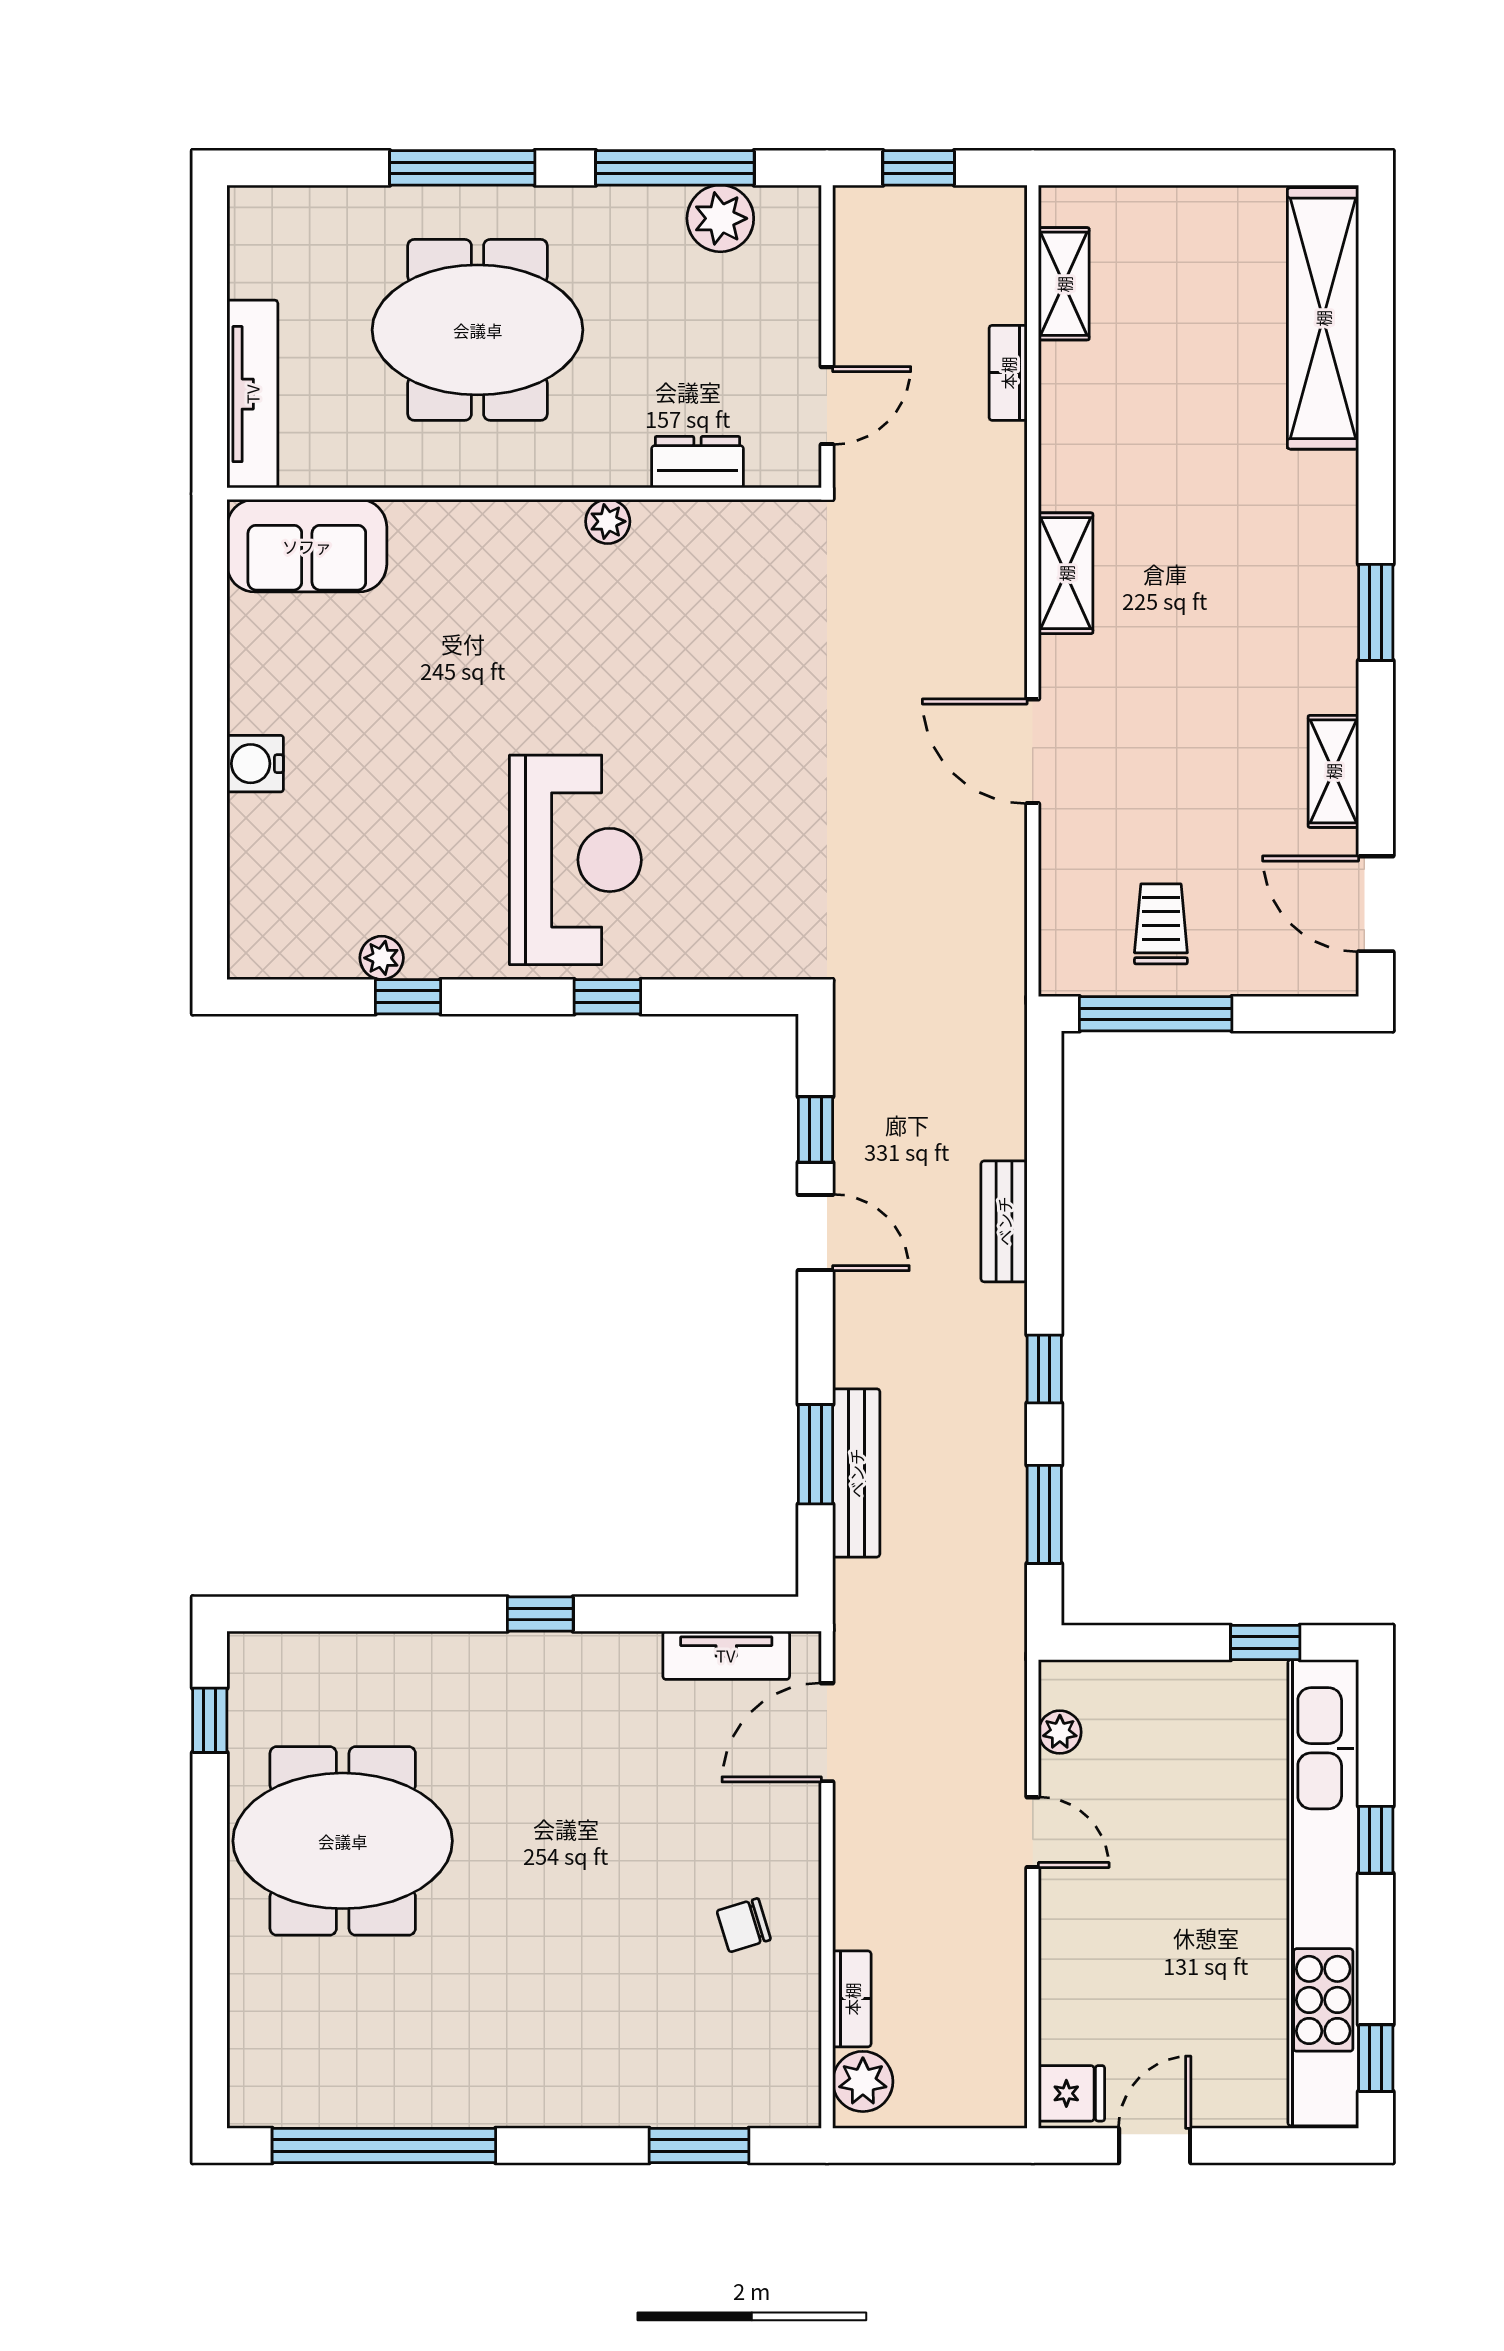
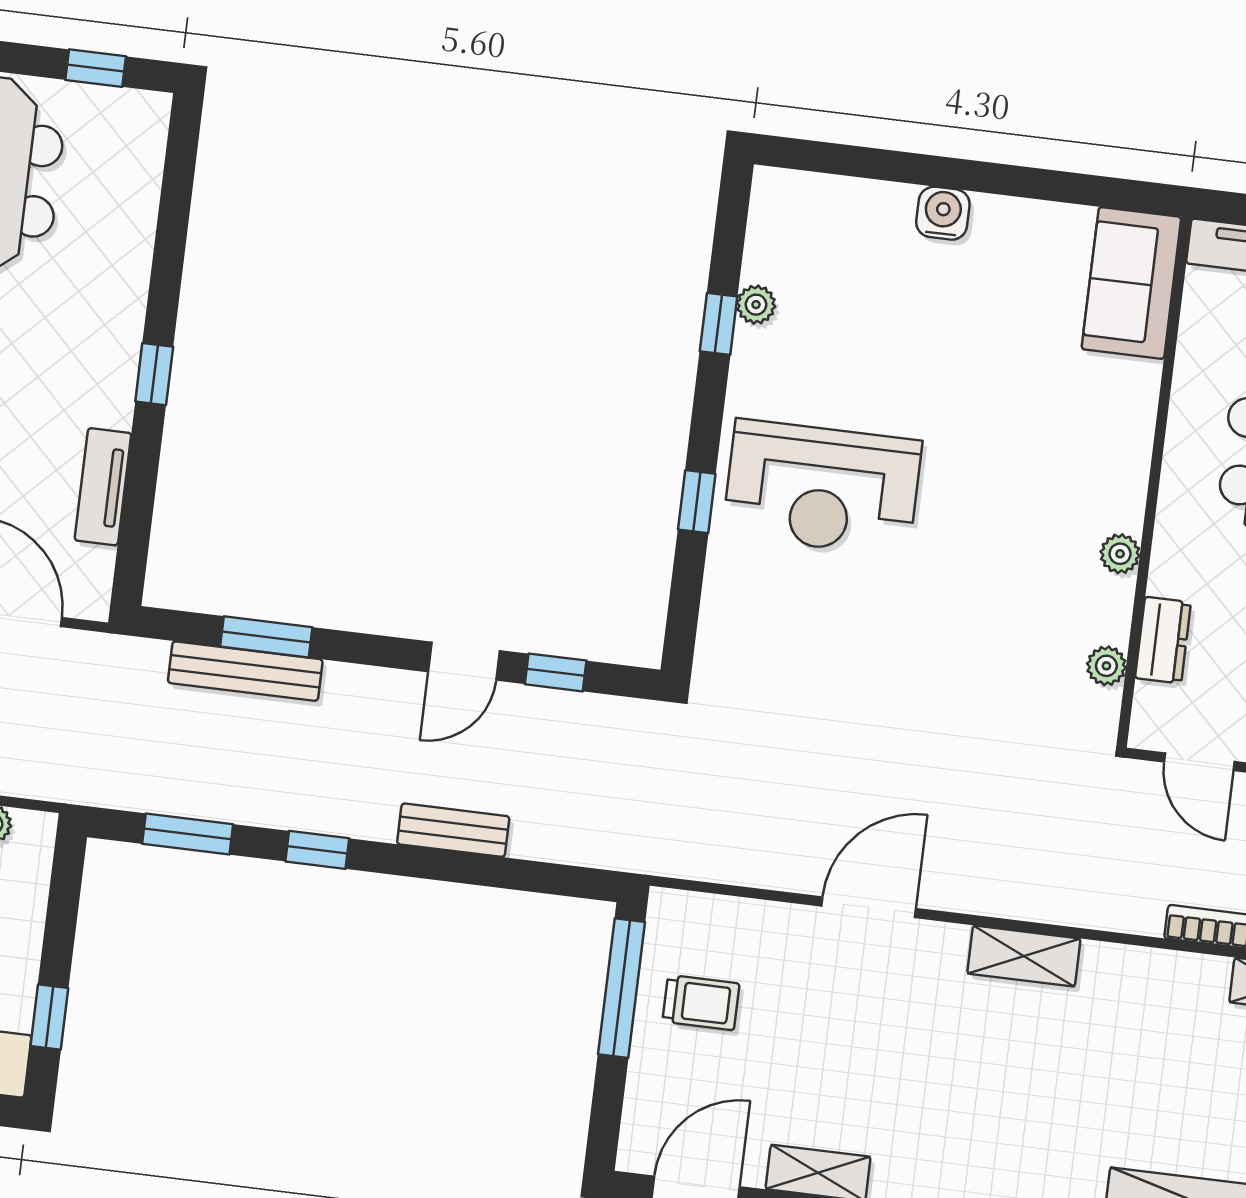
plant: (733, 521) -> (1106, 666), added
tv unit: (726, 1655) -> (103, 487), moved

